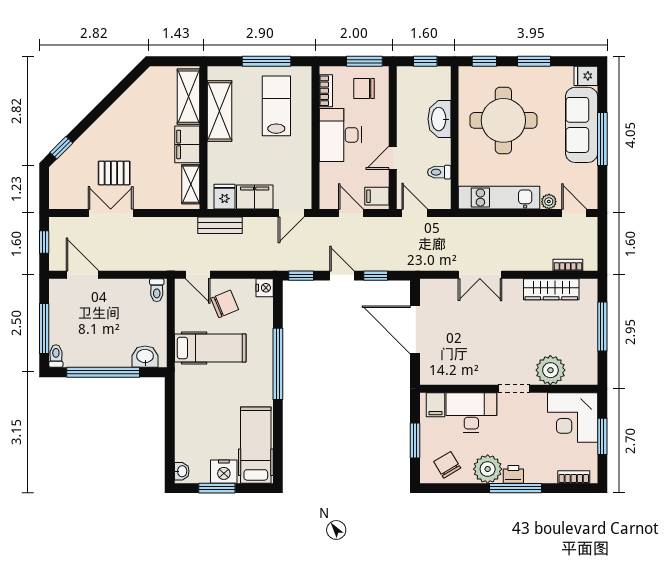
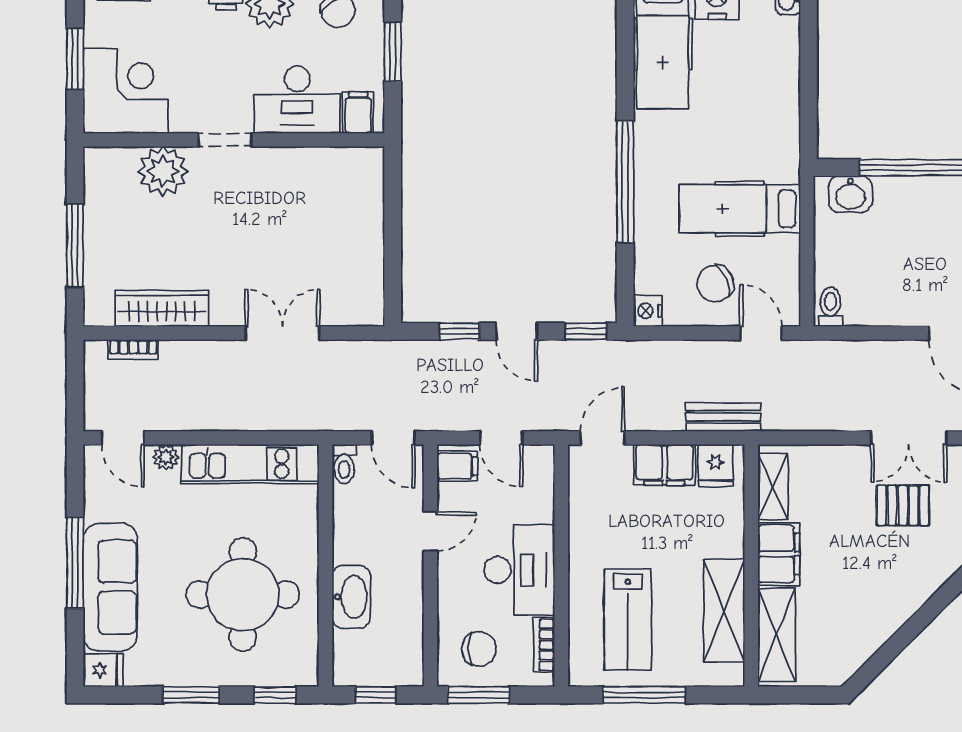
toilet: (439, 172) -> (344, 464), moved, turned 90
door: (415, 330) -> (393, 240), removed

